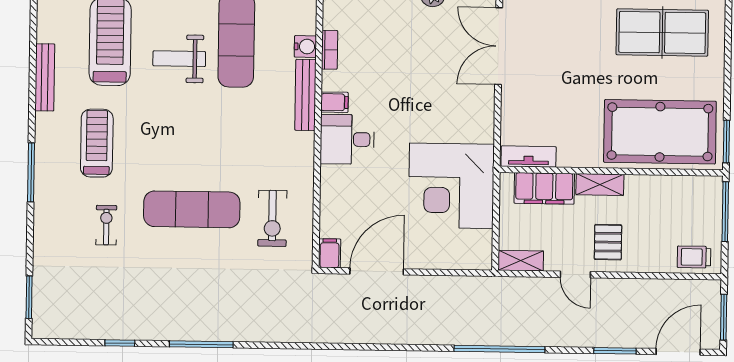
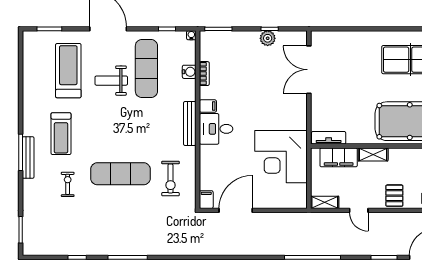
bench: (45, 77) -> (28, 157), moved
bench: (305, 95) -> (190, 124), moved
treadmill: (97, 143) -> (61, 134), turned 180
pallet: (608, 242) -> (394, 196), moved

